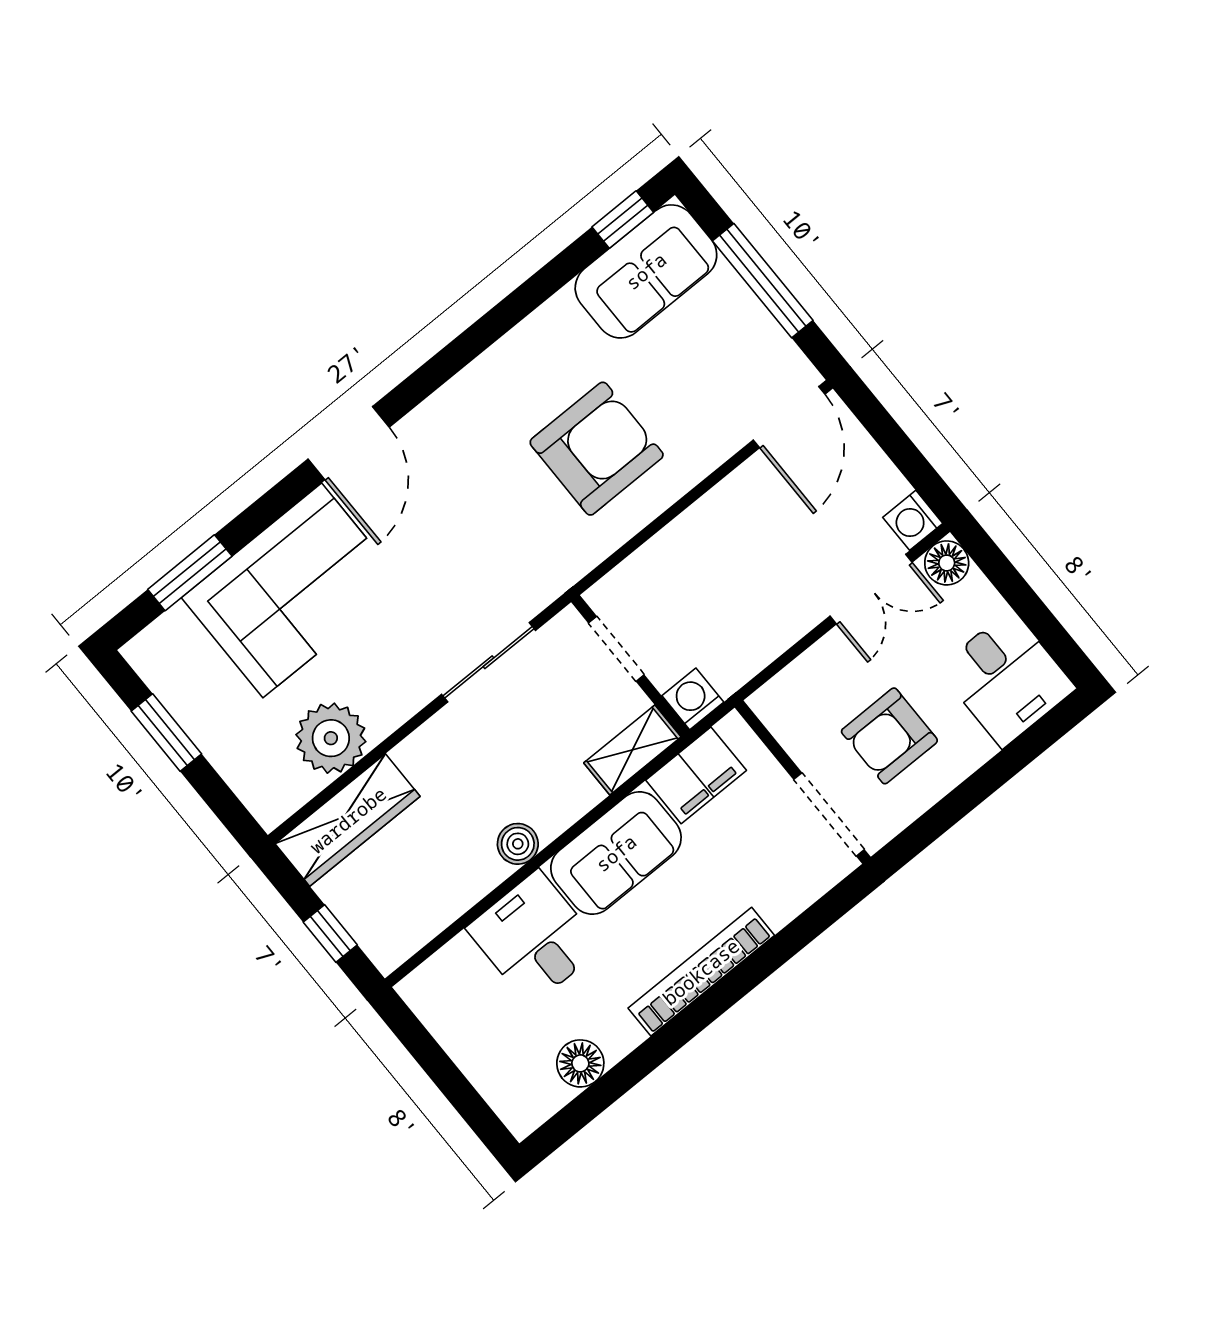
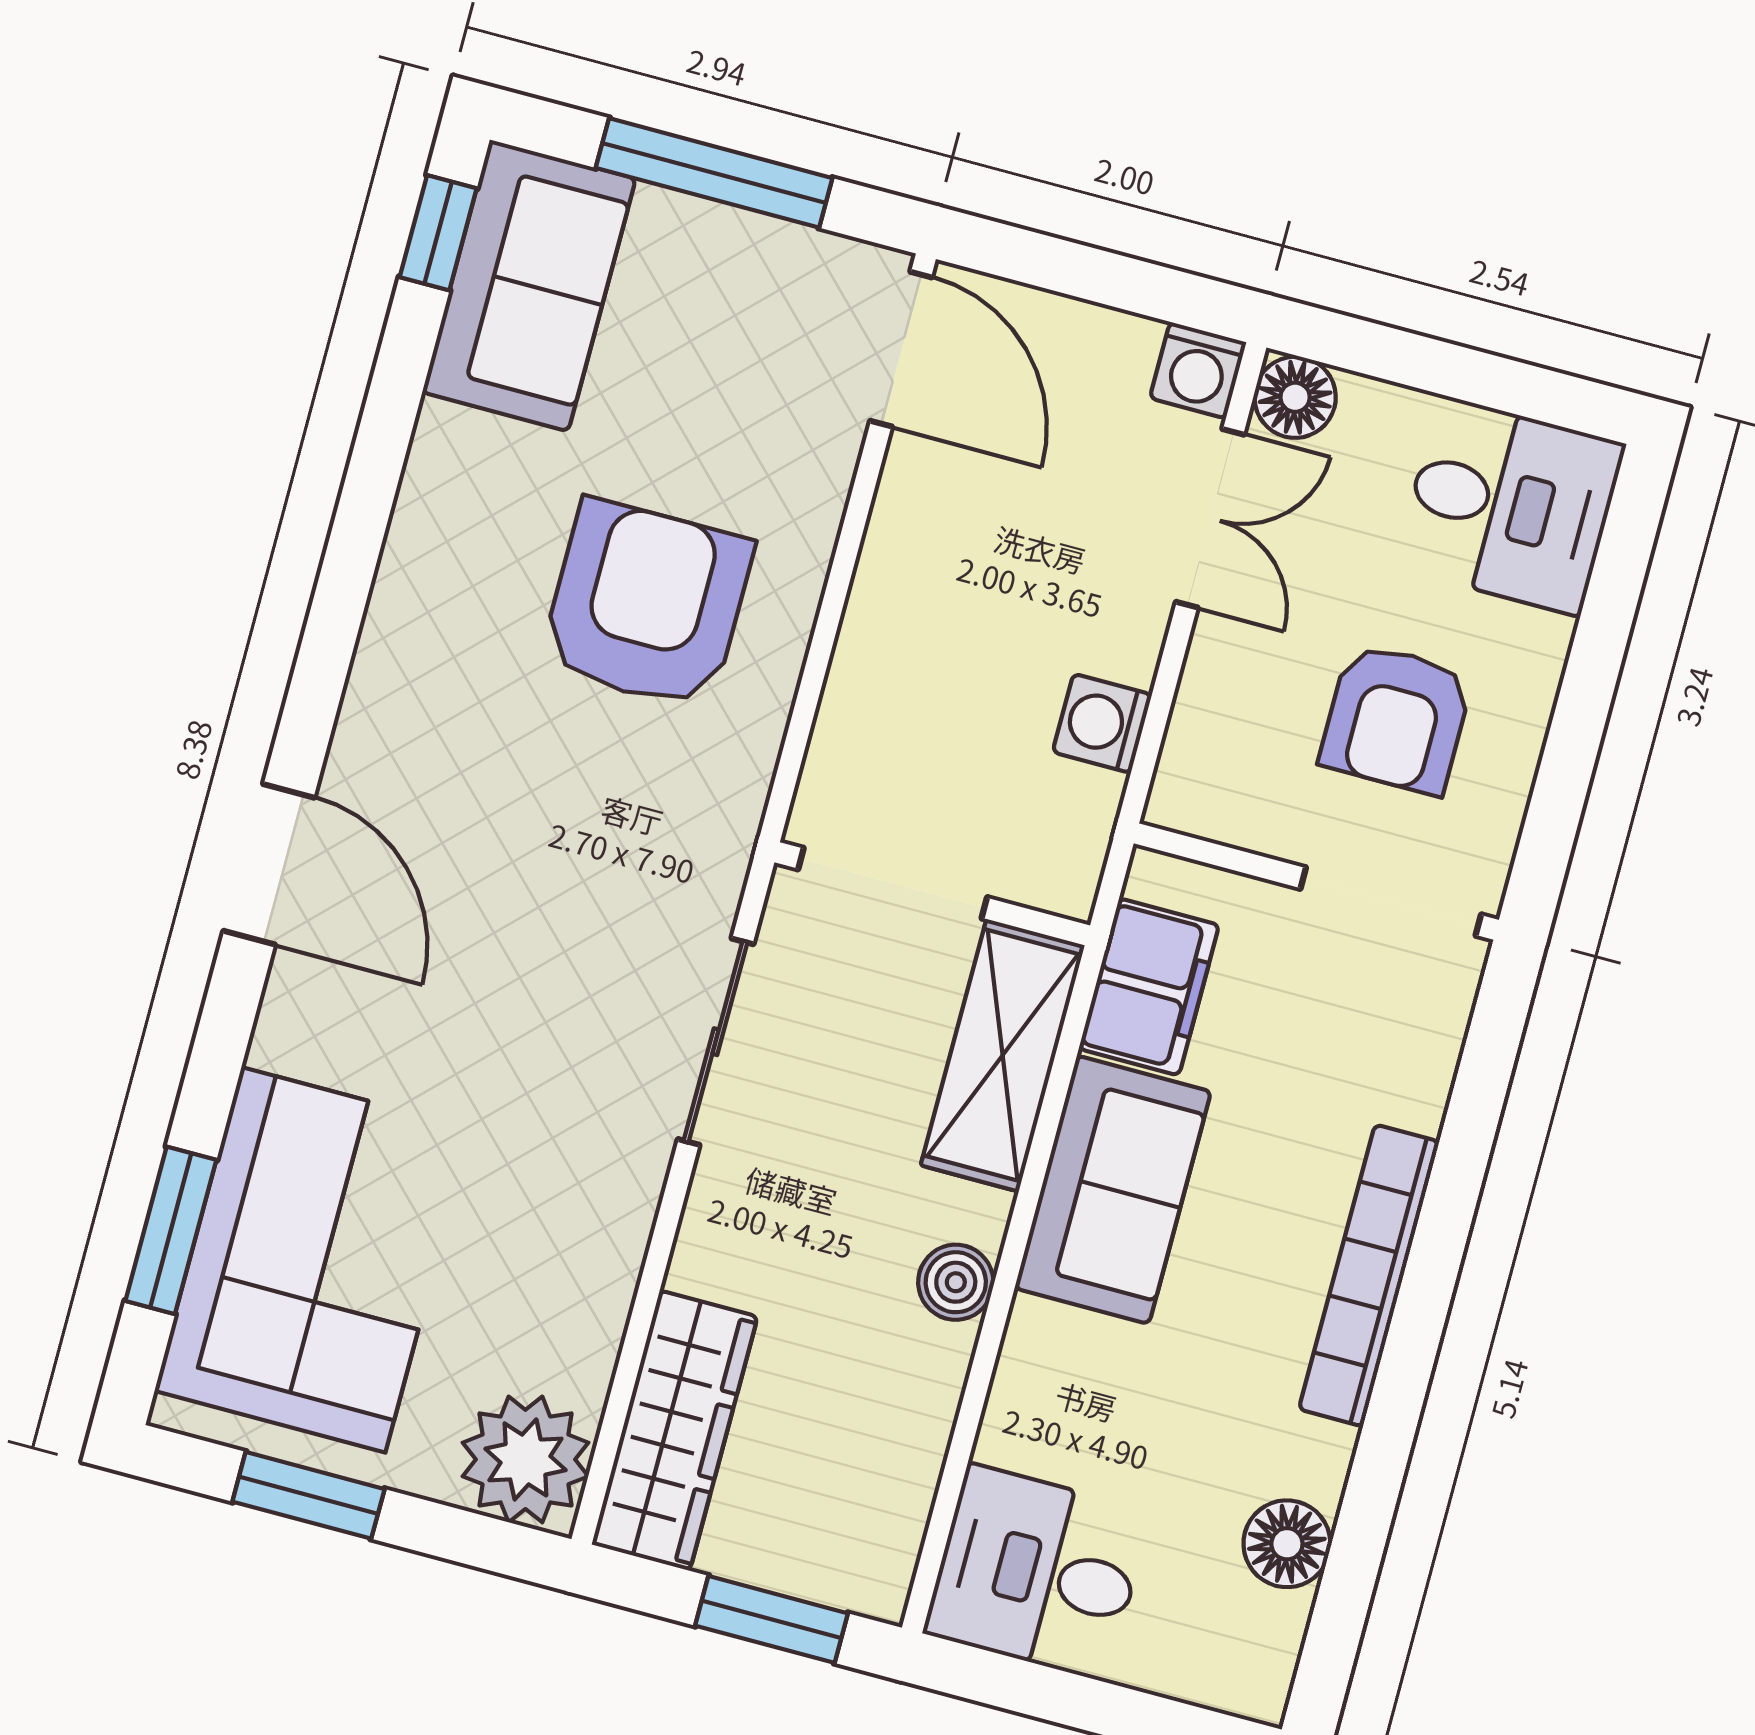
corner sofa: (292, 590) -> (313, 1260), moved
doorway: (616, 649) -> (893, 883), width x1.38
washing machine: (693, 699) -> (1102, 723), moved
plant: (331, 738) -> (525, 1459), moved
shelving: (632, 750) -> (1003, 1055), width x1.50, depth x1.33
window: (330, 934) -> (772, 1619), width x1.50
desk: (534, 938) -> (1037, 1572), moved

